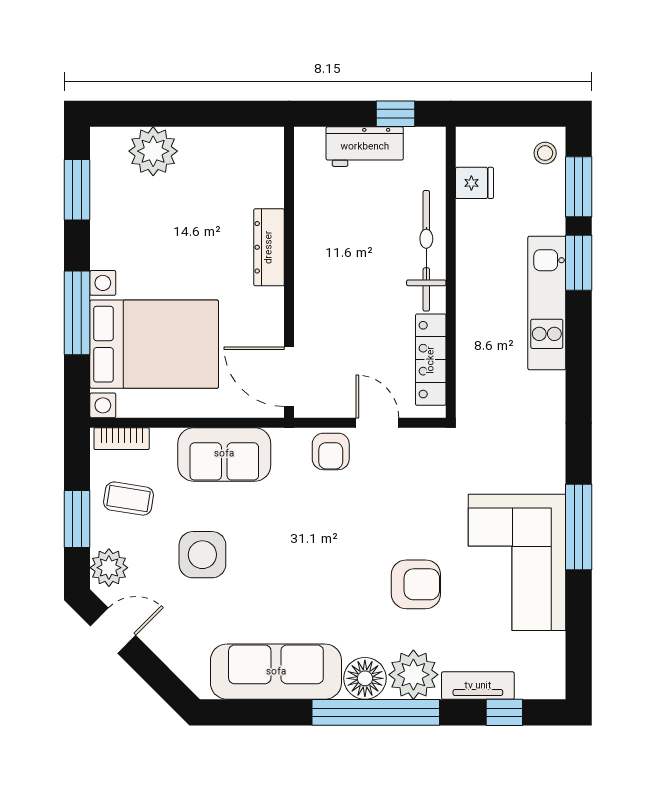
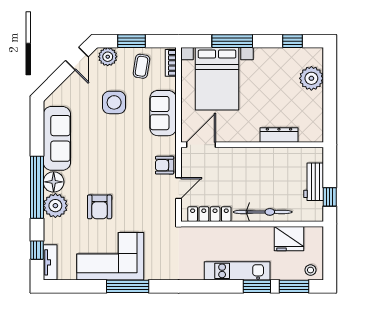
fridge: (474, 183) -> (289, 239), width x1.88, depth x1.34
window: (77, 190) -> (293, 41), width x0.67
dresser: (269, 247) -> (279, 135), moved
tv unit: (478, 686) -> (50, 262), moved

